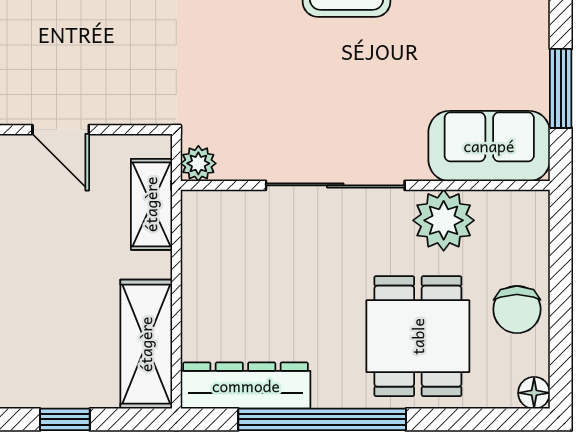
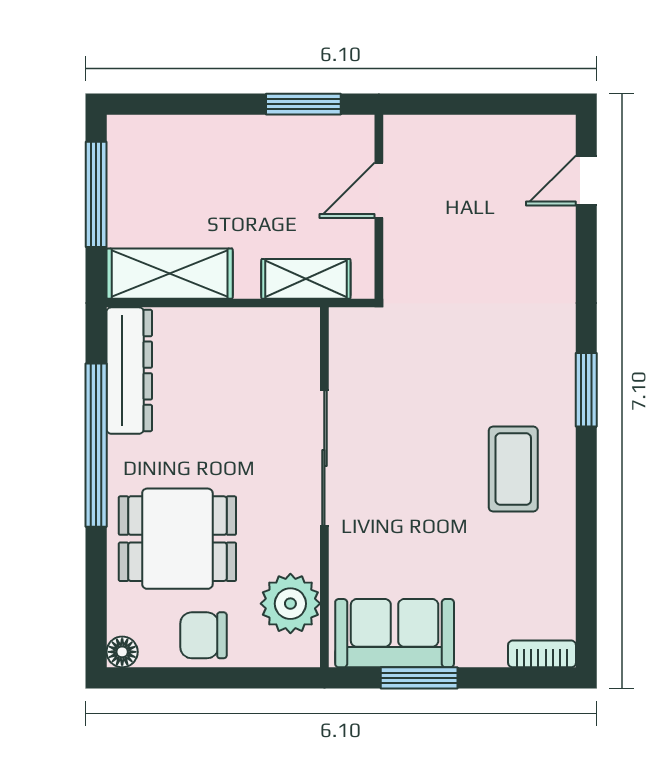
sofa: (489, 146) -> (395, 633), moved, turned -90
plant: (198, 163) -> (346, 324), removed
plant: (444, 220) -> (290, 604), moved
window: (65, 419) -> (96, 194), width x2.17

